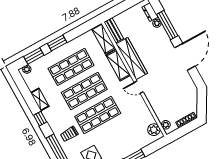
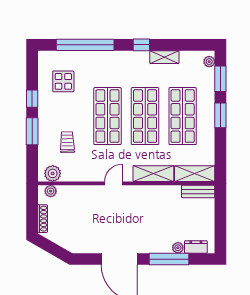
wardrobe: (132, 59) -> (152, 194), removed
trolley: (69, 134) -> (67, 142), moved

